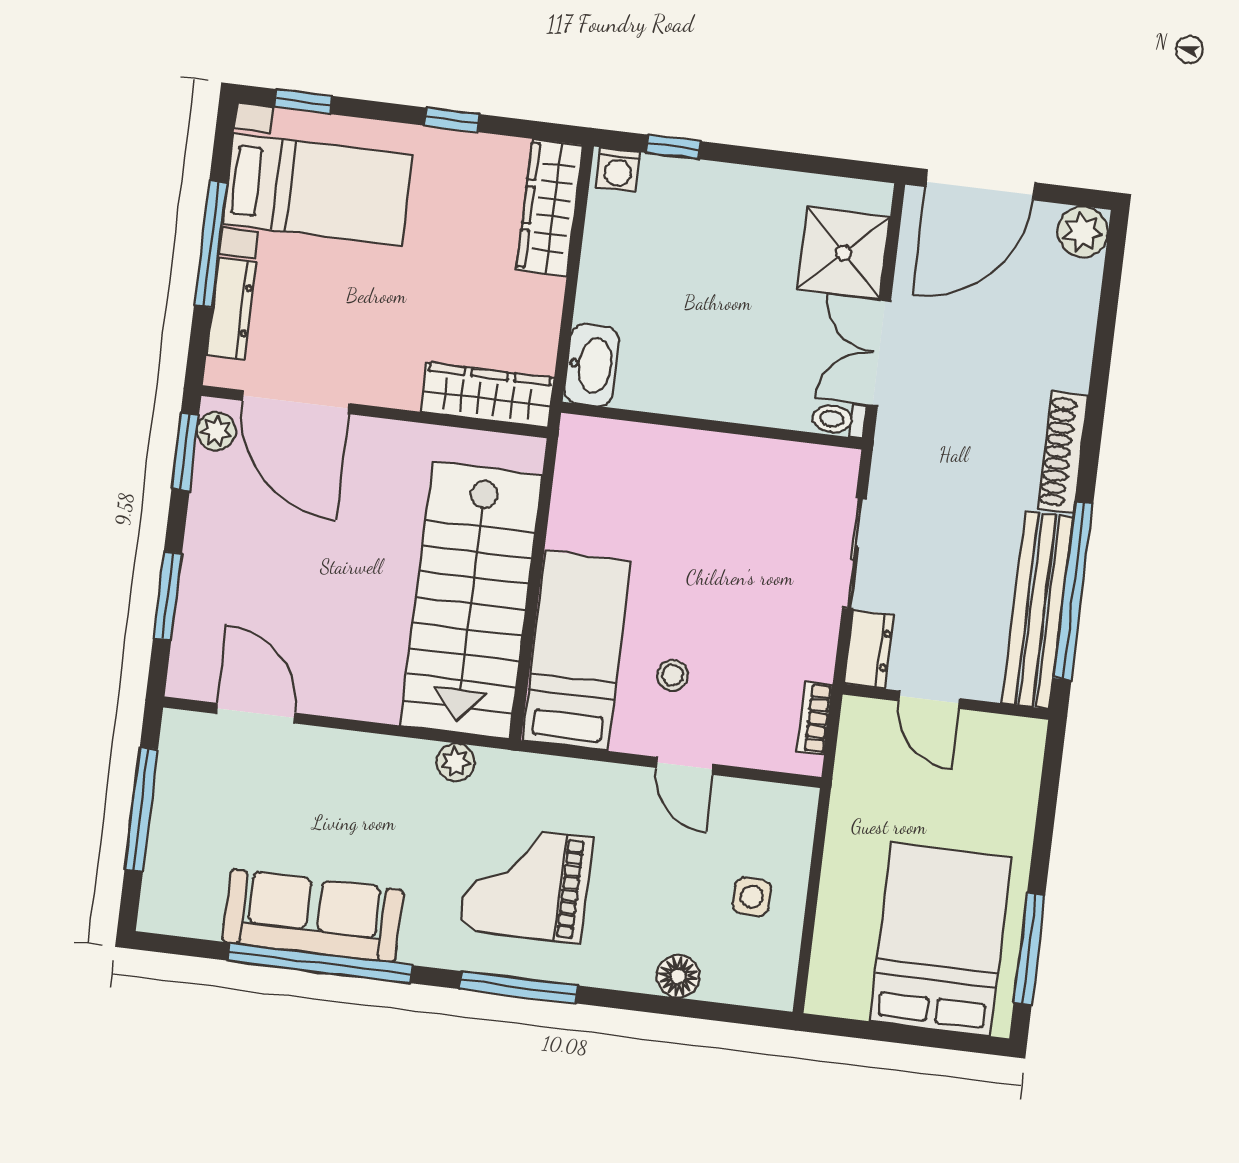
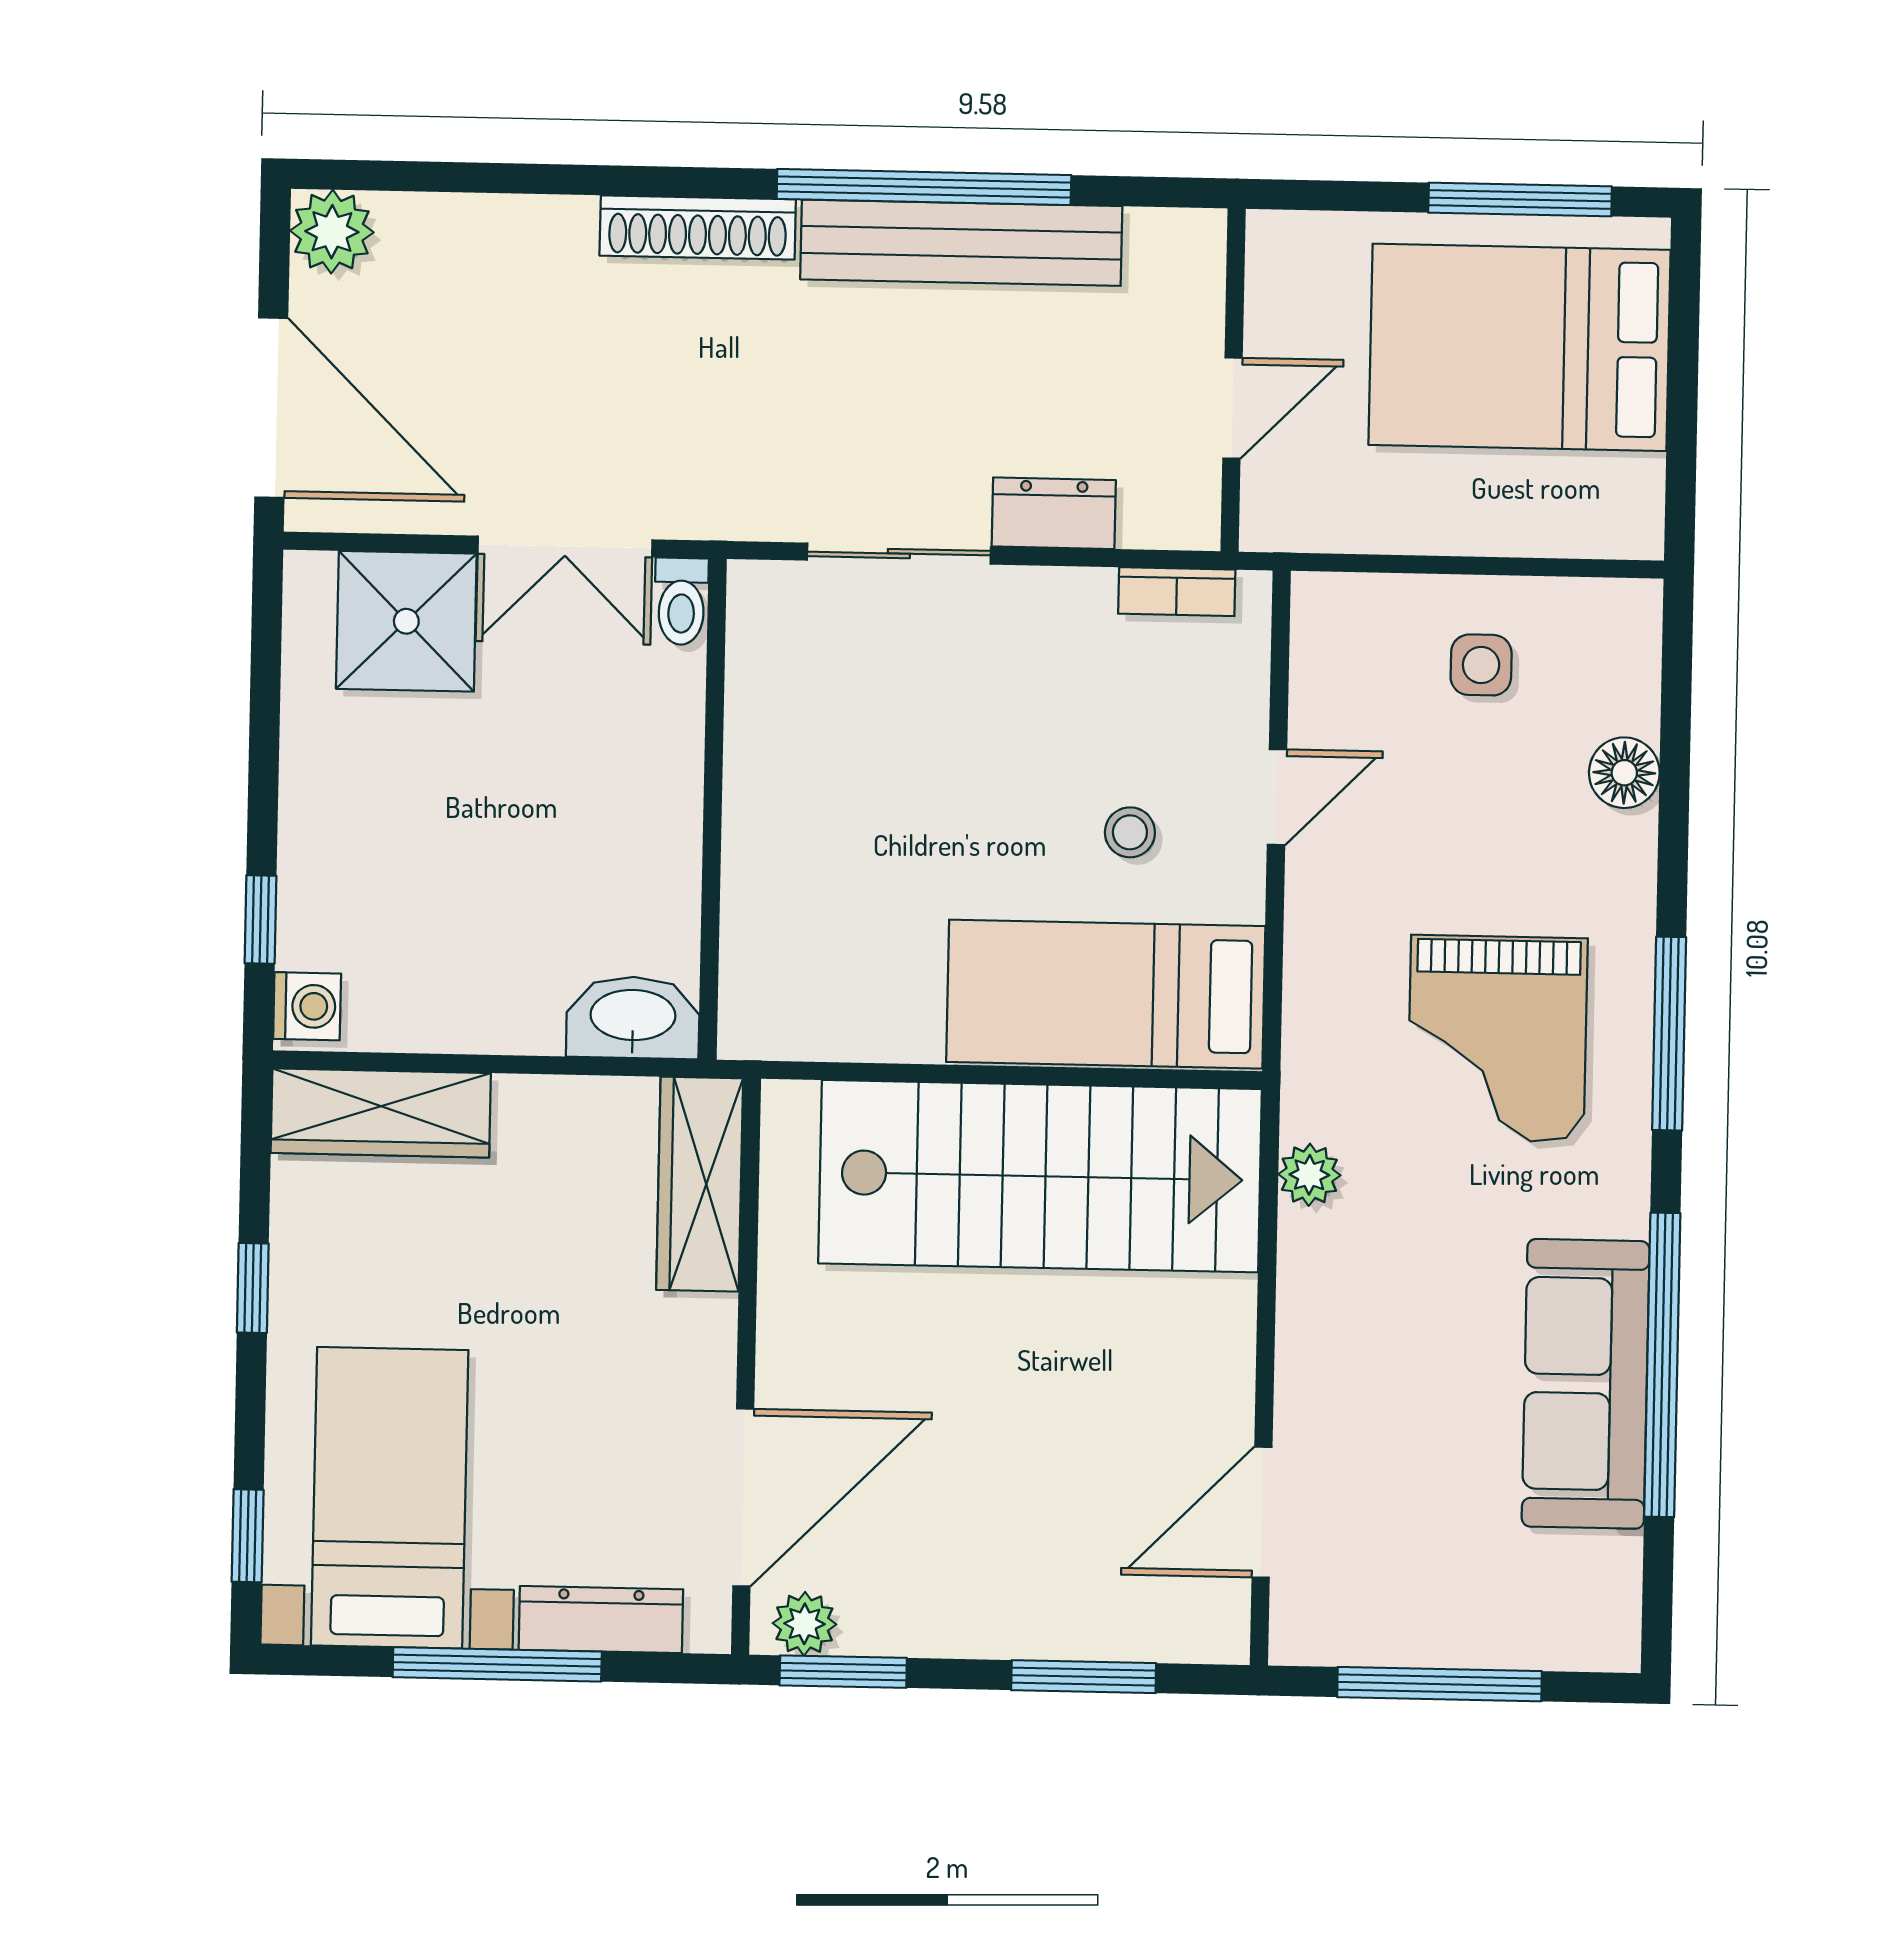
door: (929, 700) -> (1232, 408), moved
wall: (946, 702) -> (1233, 380), moved

